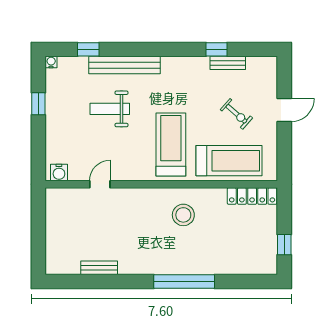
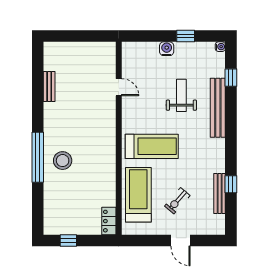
bench: (228, 63) -> (220, 194), width x1.36
treadmill: (229, 161) -> (138, 195), turned 180
water cooler: (59, 172) -> (167, 49), moved, turned 90
locker: (252, 196) -> (109, 221), width x0.66
stool: (183, 215) -> (63, 161), moved

